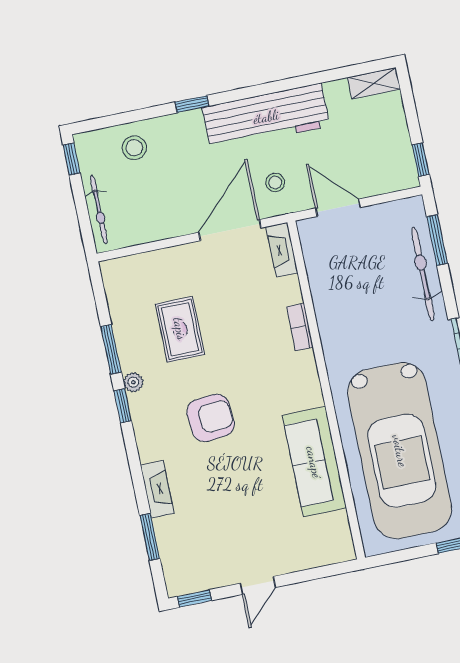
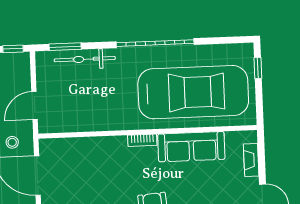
fireplace: (282, 250) -> (251, 160), moved, turned 90
bookcase: (300, 327) -> (142, 140), moved

